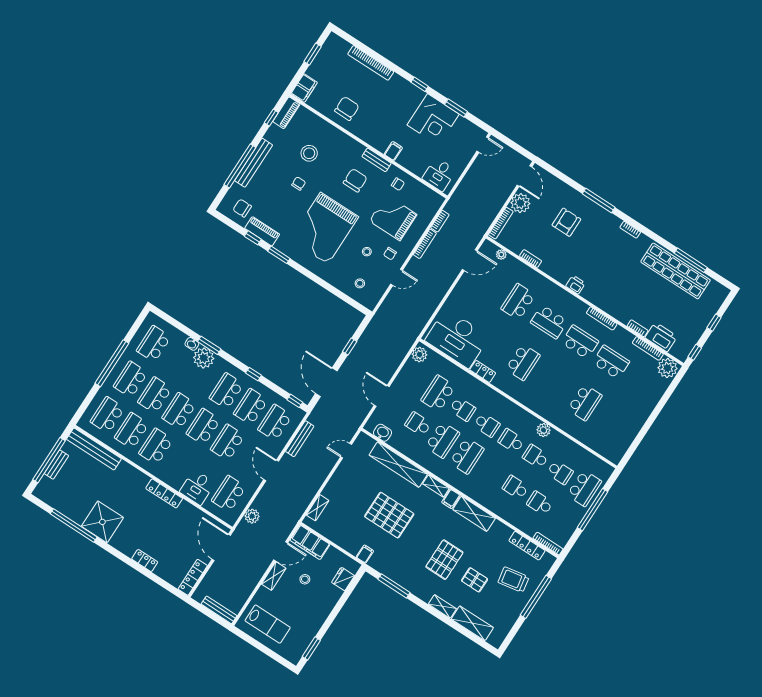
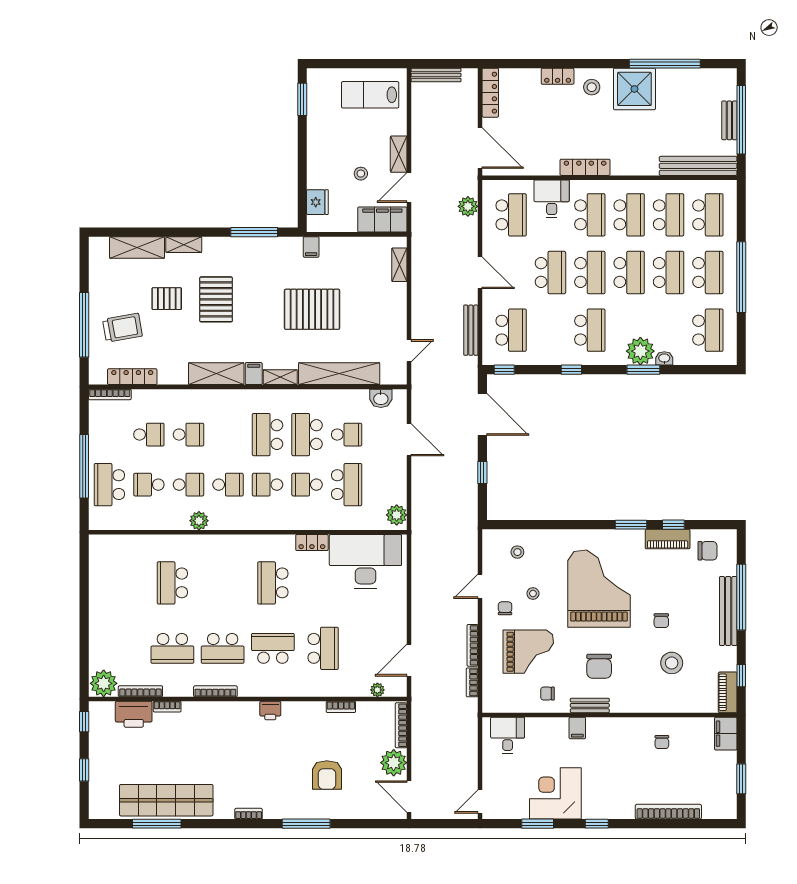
chair: (347, 108) -> (662, 742), width x0.54, depth x0.54
school desk: (251, 407) -> (590, 215), moved
stool: (128, 540) -> (592, 87), added

